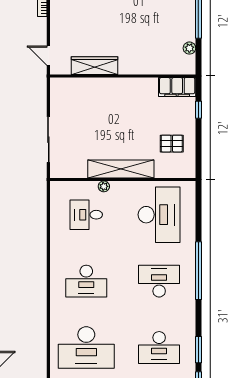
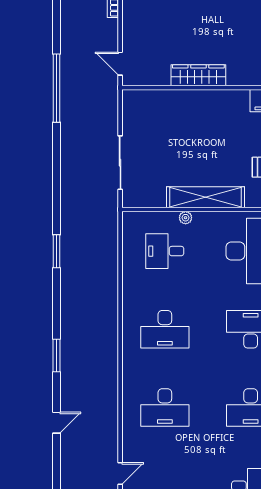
wardrobe: (95, 66) -> (198, 75), moved
desk: (86, 347) -> (165, 408), width x0.73, depth x0.77

